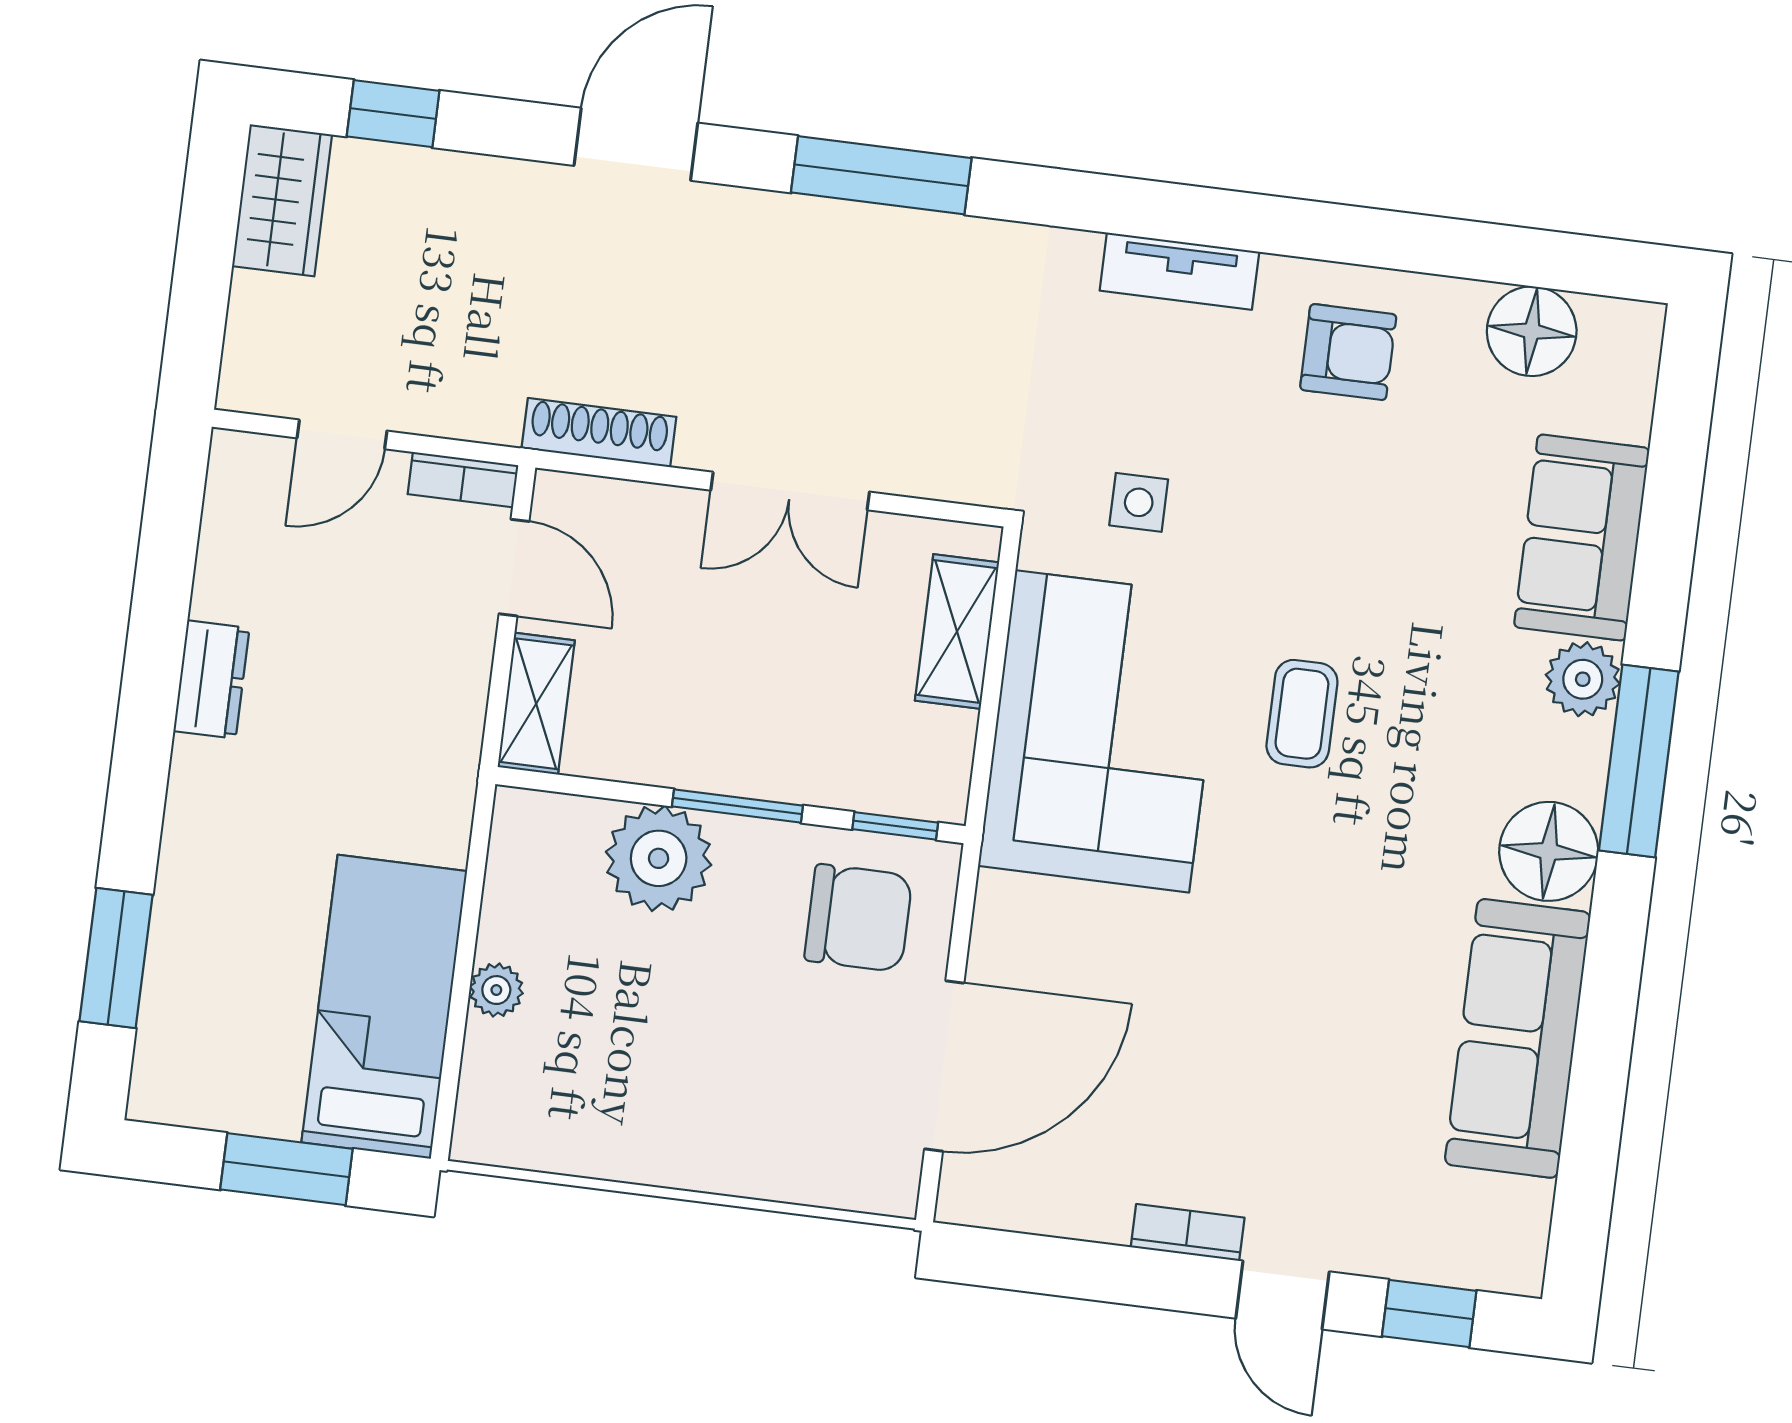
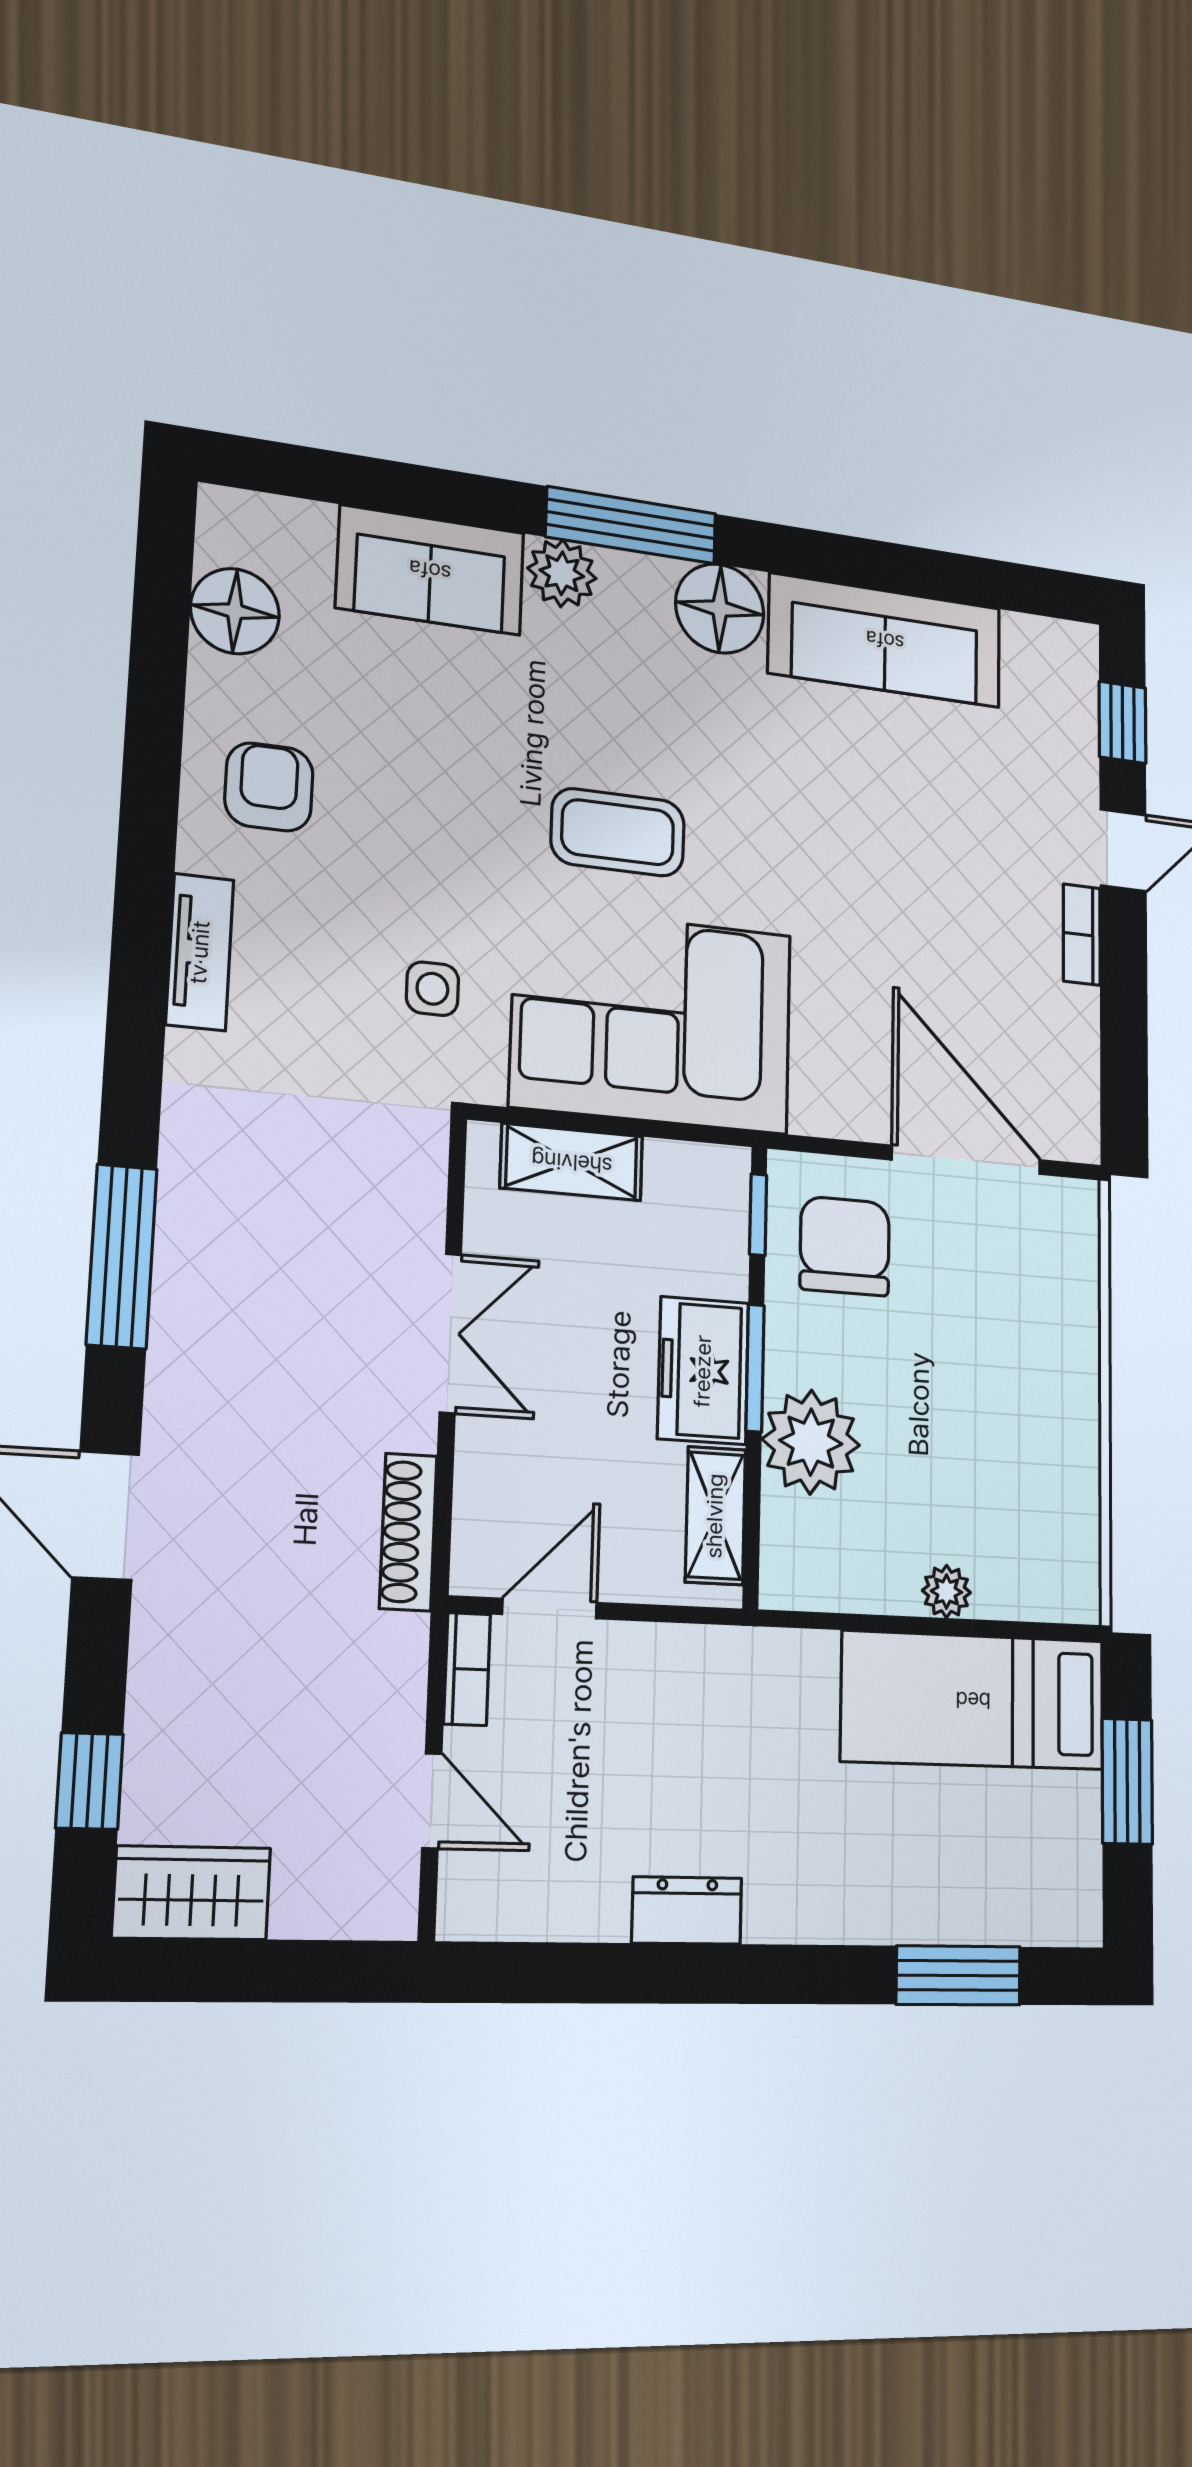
shelving: (536, 704) -> (715, 1516), moved, turned 90
coffee table: (1302, 714) -> (618, 832), width x1.36, depth x1.30
freezer: (738, 750) -> (703, 1371), added

